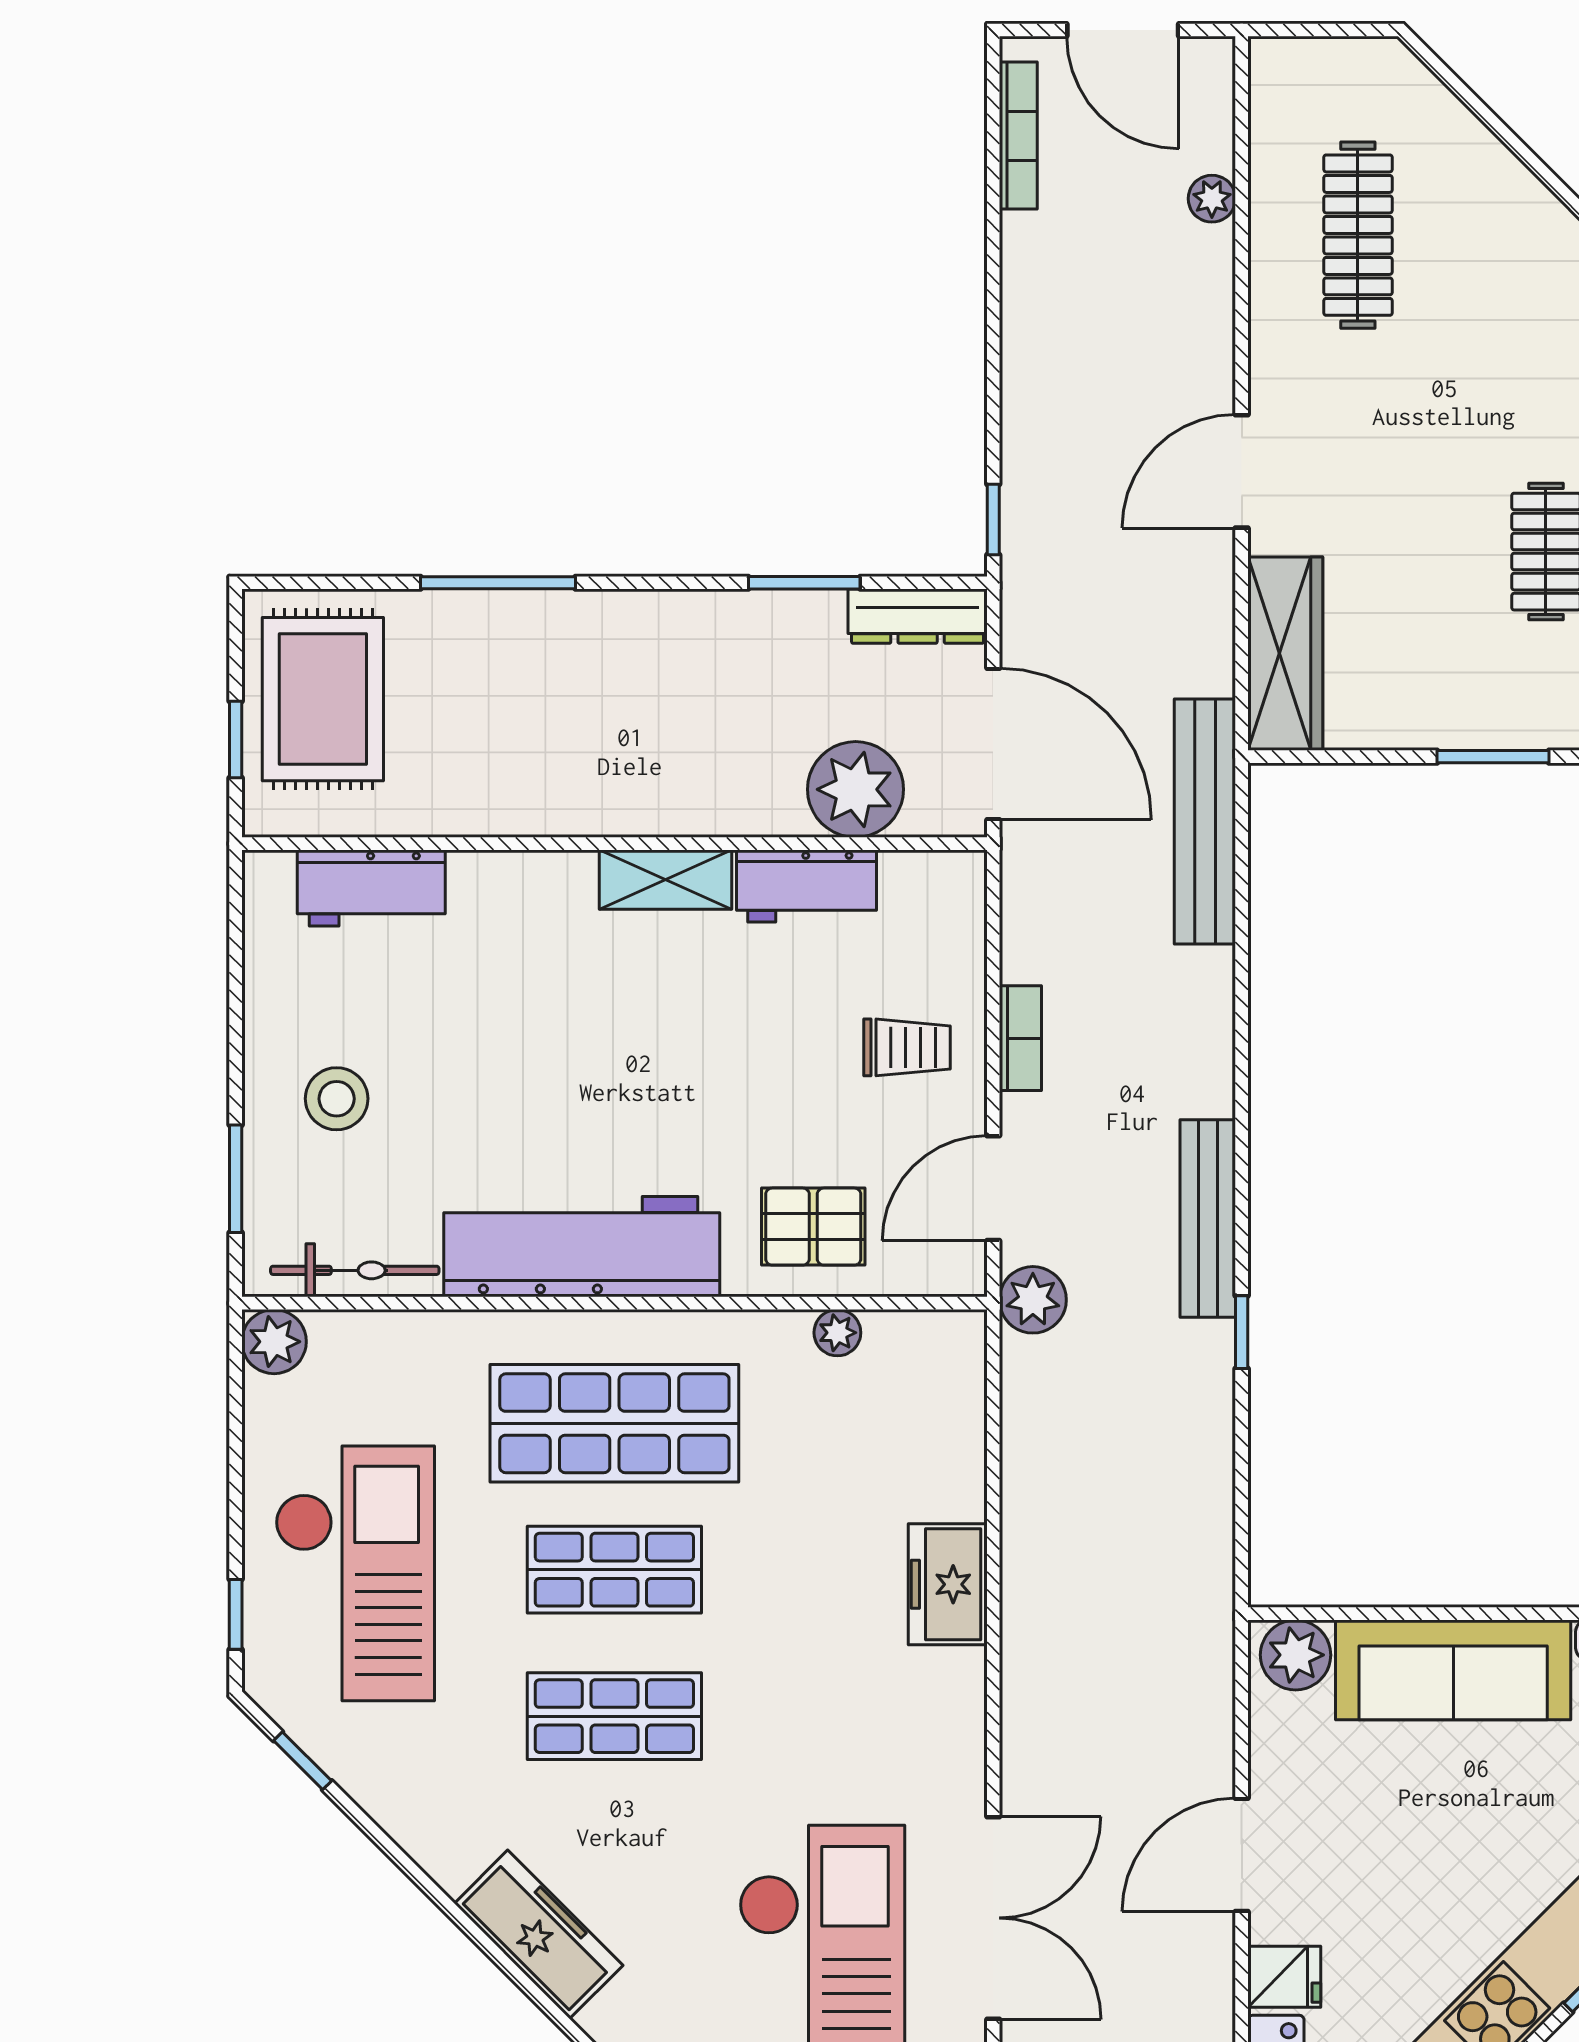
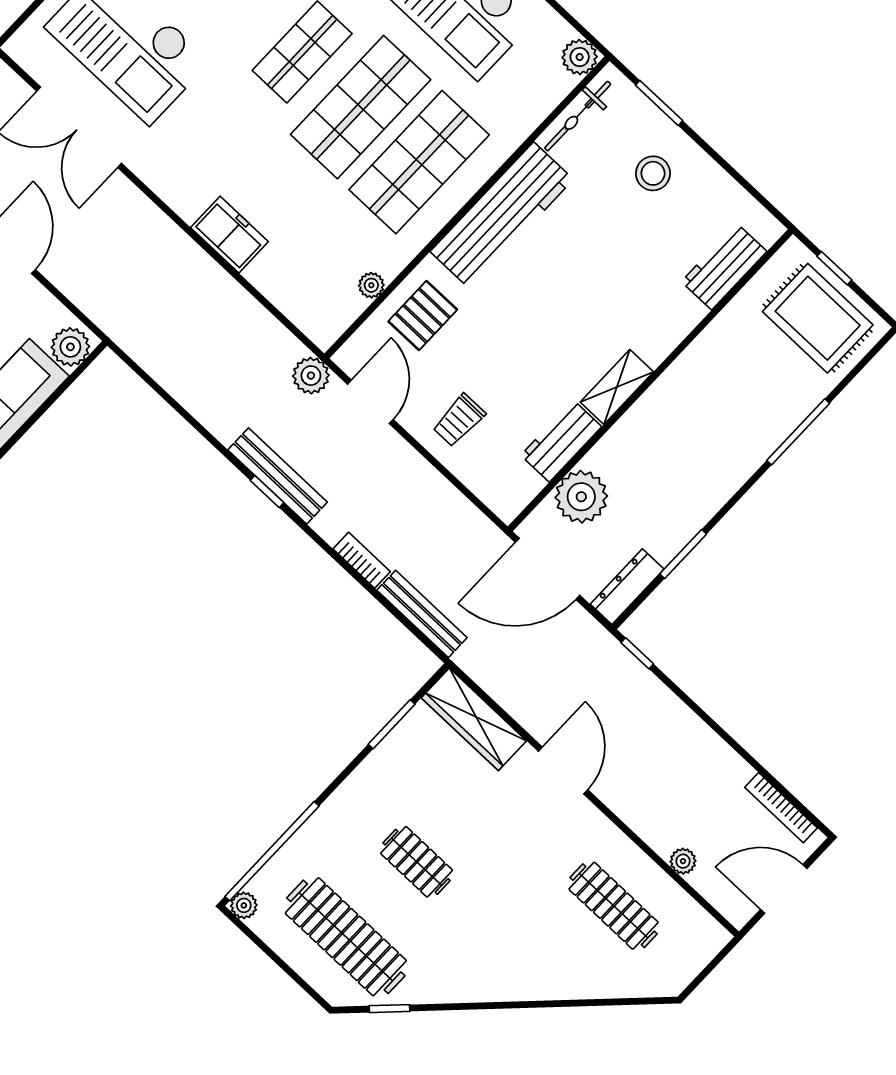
window: (1493, 757) -> (392, 724), moved
bench: (1205, 821) -> (422, 614), width x0.73, depth x0.82
bookcase: (1020, 1038) -> (362, 560), moved, turned 180
window: (1242, 1332) -> (267, 492), moved
shop shelf: (614, 1570) -> (361, 107), width x1.43, depth x1.36

